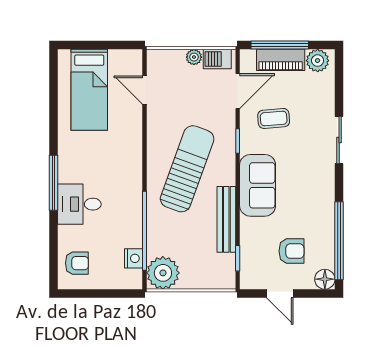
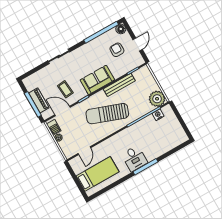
plant: (318, 61) -> (30, 85), removed
desk: (79, 204) -> (134, 158), moved
armchair: (77, 263) -> (174, 137), removed

